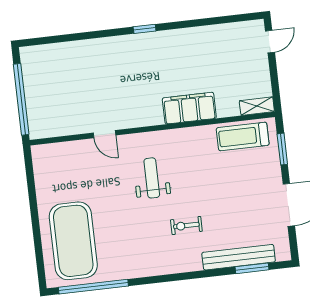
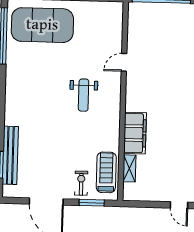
shelving: (257, 106) -> (129, 168), moved
weight bench: (152, 178) -> (84, 95), turned 90
exercise bike: (186, 226) -> (81, 183), moved

